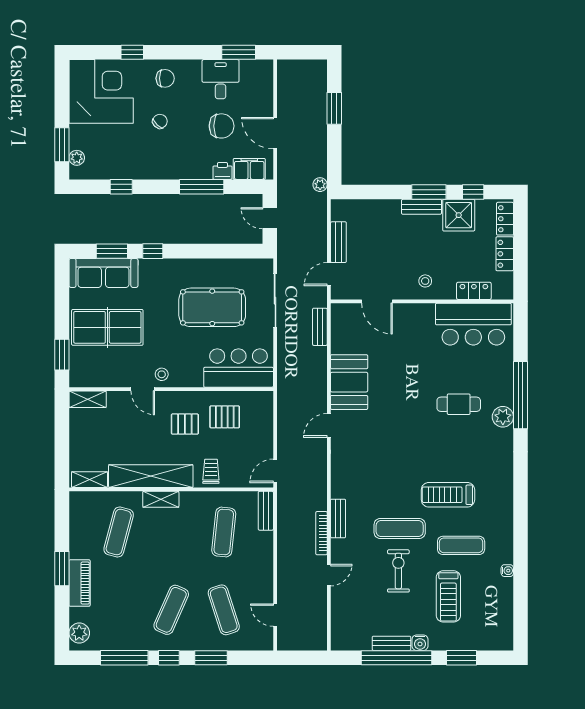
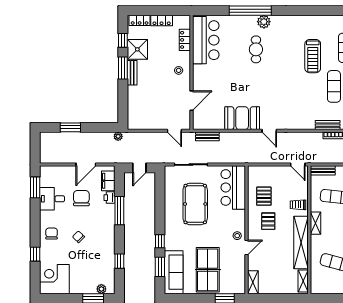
corner desk: (101, 91) -> (54, 279), width x0.74, depth x0.74
bench: (338, 242) -> (154, 125), removed
shelving: (161, 499) -> (316, 223), moved

